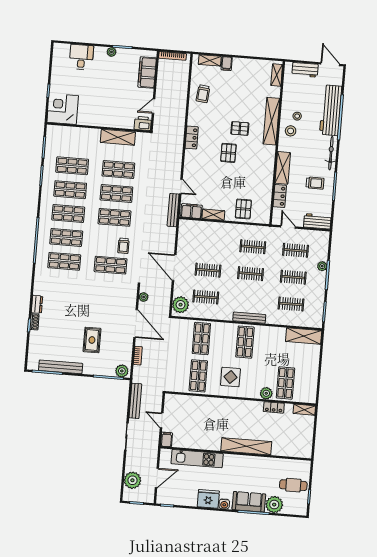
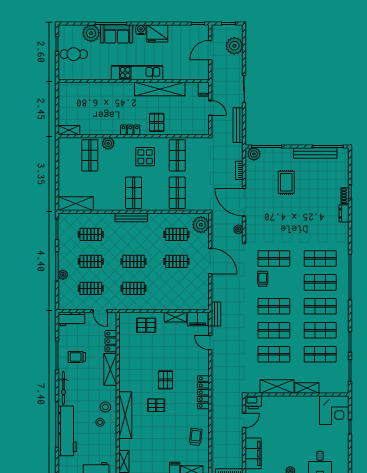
shelving: (88, 133) -> (307, 388), added
locker: (192, 138) -> (203, 392), width x1.53
pallet: (243, 209) -> (146, 325), turned 90
bench: (173, 210) -> (216, 314), width x0.73
locker: (274, 407) -> (130, 130), moved
pallet: (216, 410) -> (157, 122), added
shelving: (246, 446) -> (160, 89), moved
kitchen unit: (197, 459) -> (137, 73), moved

